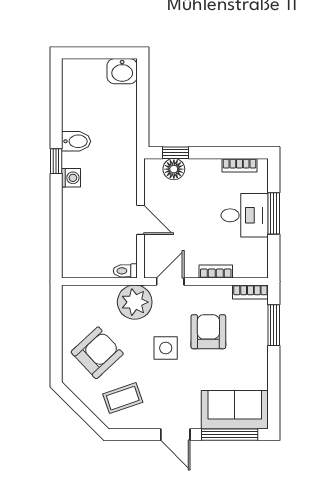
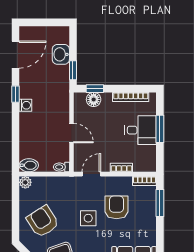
washbasin: (122, 71) -> (61, 54), moved, turned 90
door: (56, 101) -> (16, 55), added
window: (143, 125) -> (73, 70), added
bidet: (76, 141) -> (29, 165), moved
bookcase: (240, 165) -> (131, 97), width x1.56
plant: (135, 302) -> (25, 182), moved, width x0.53, depth x0.53
armchair: (97, 353) -> (43, 221), turned -80

